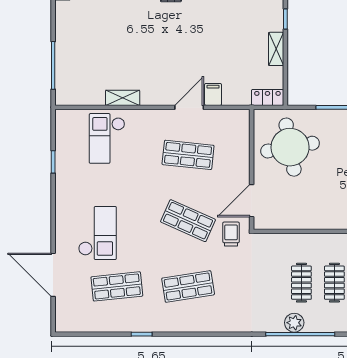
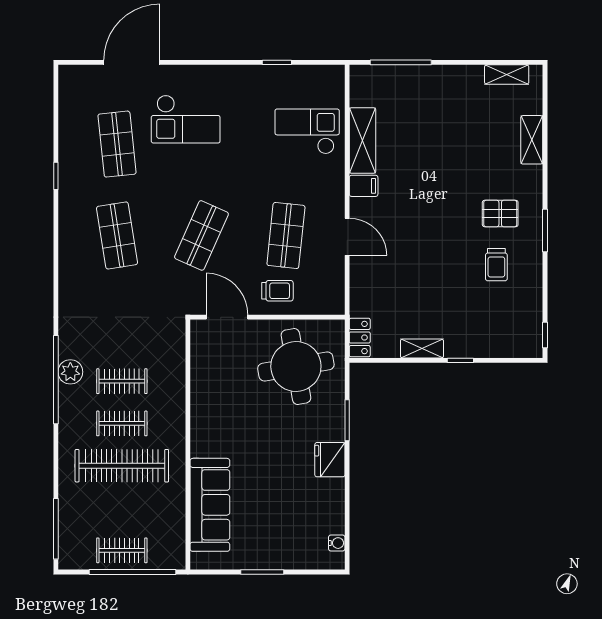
filing cabinet: (213, 94) -> (364, 186), moved
shelving: (123, 98) -> (363, 141), width x1.50, depth x1.33
trolley: (231, 234) -> (277, 291), moved

